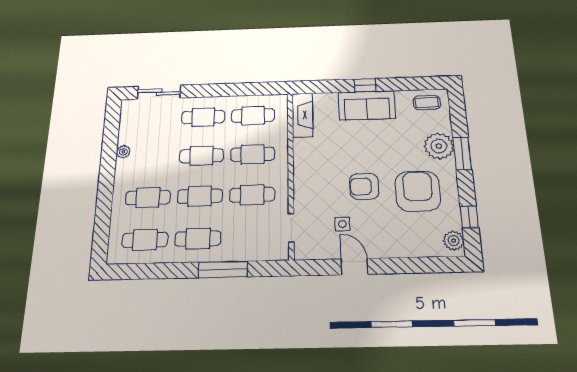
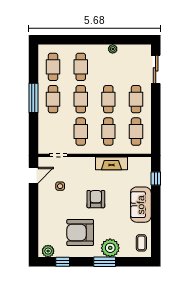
window: (365, 85) -> (156, 178), moved
fireplace: (302, 115) -> (111, 163), moved
armchair: (364, 186) -> (96, 199), moved
armchair: (418, 191) -> (80, 233), turned 180
door: (354, 267) -> (33, 175), moved
window: (223, 269) -> (33, 98), moved

